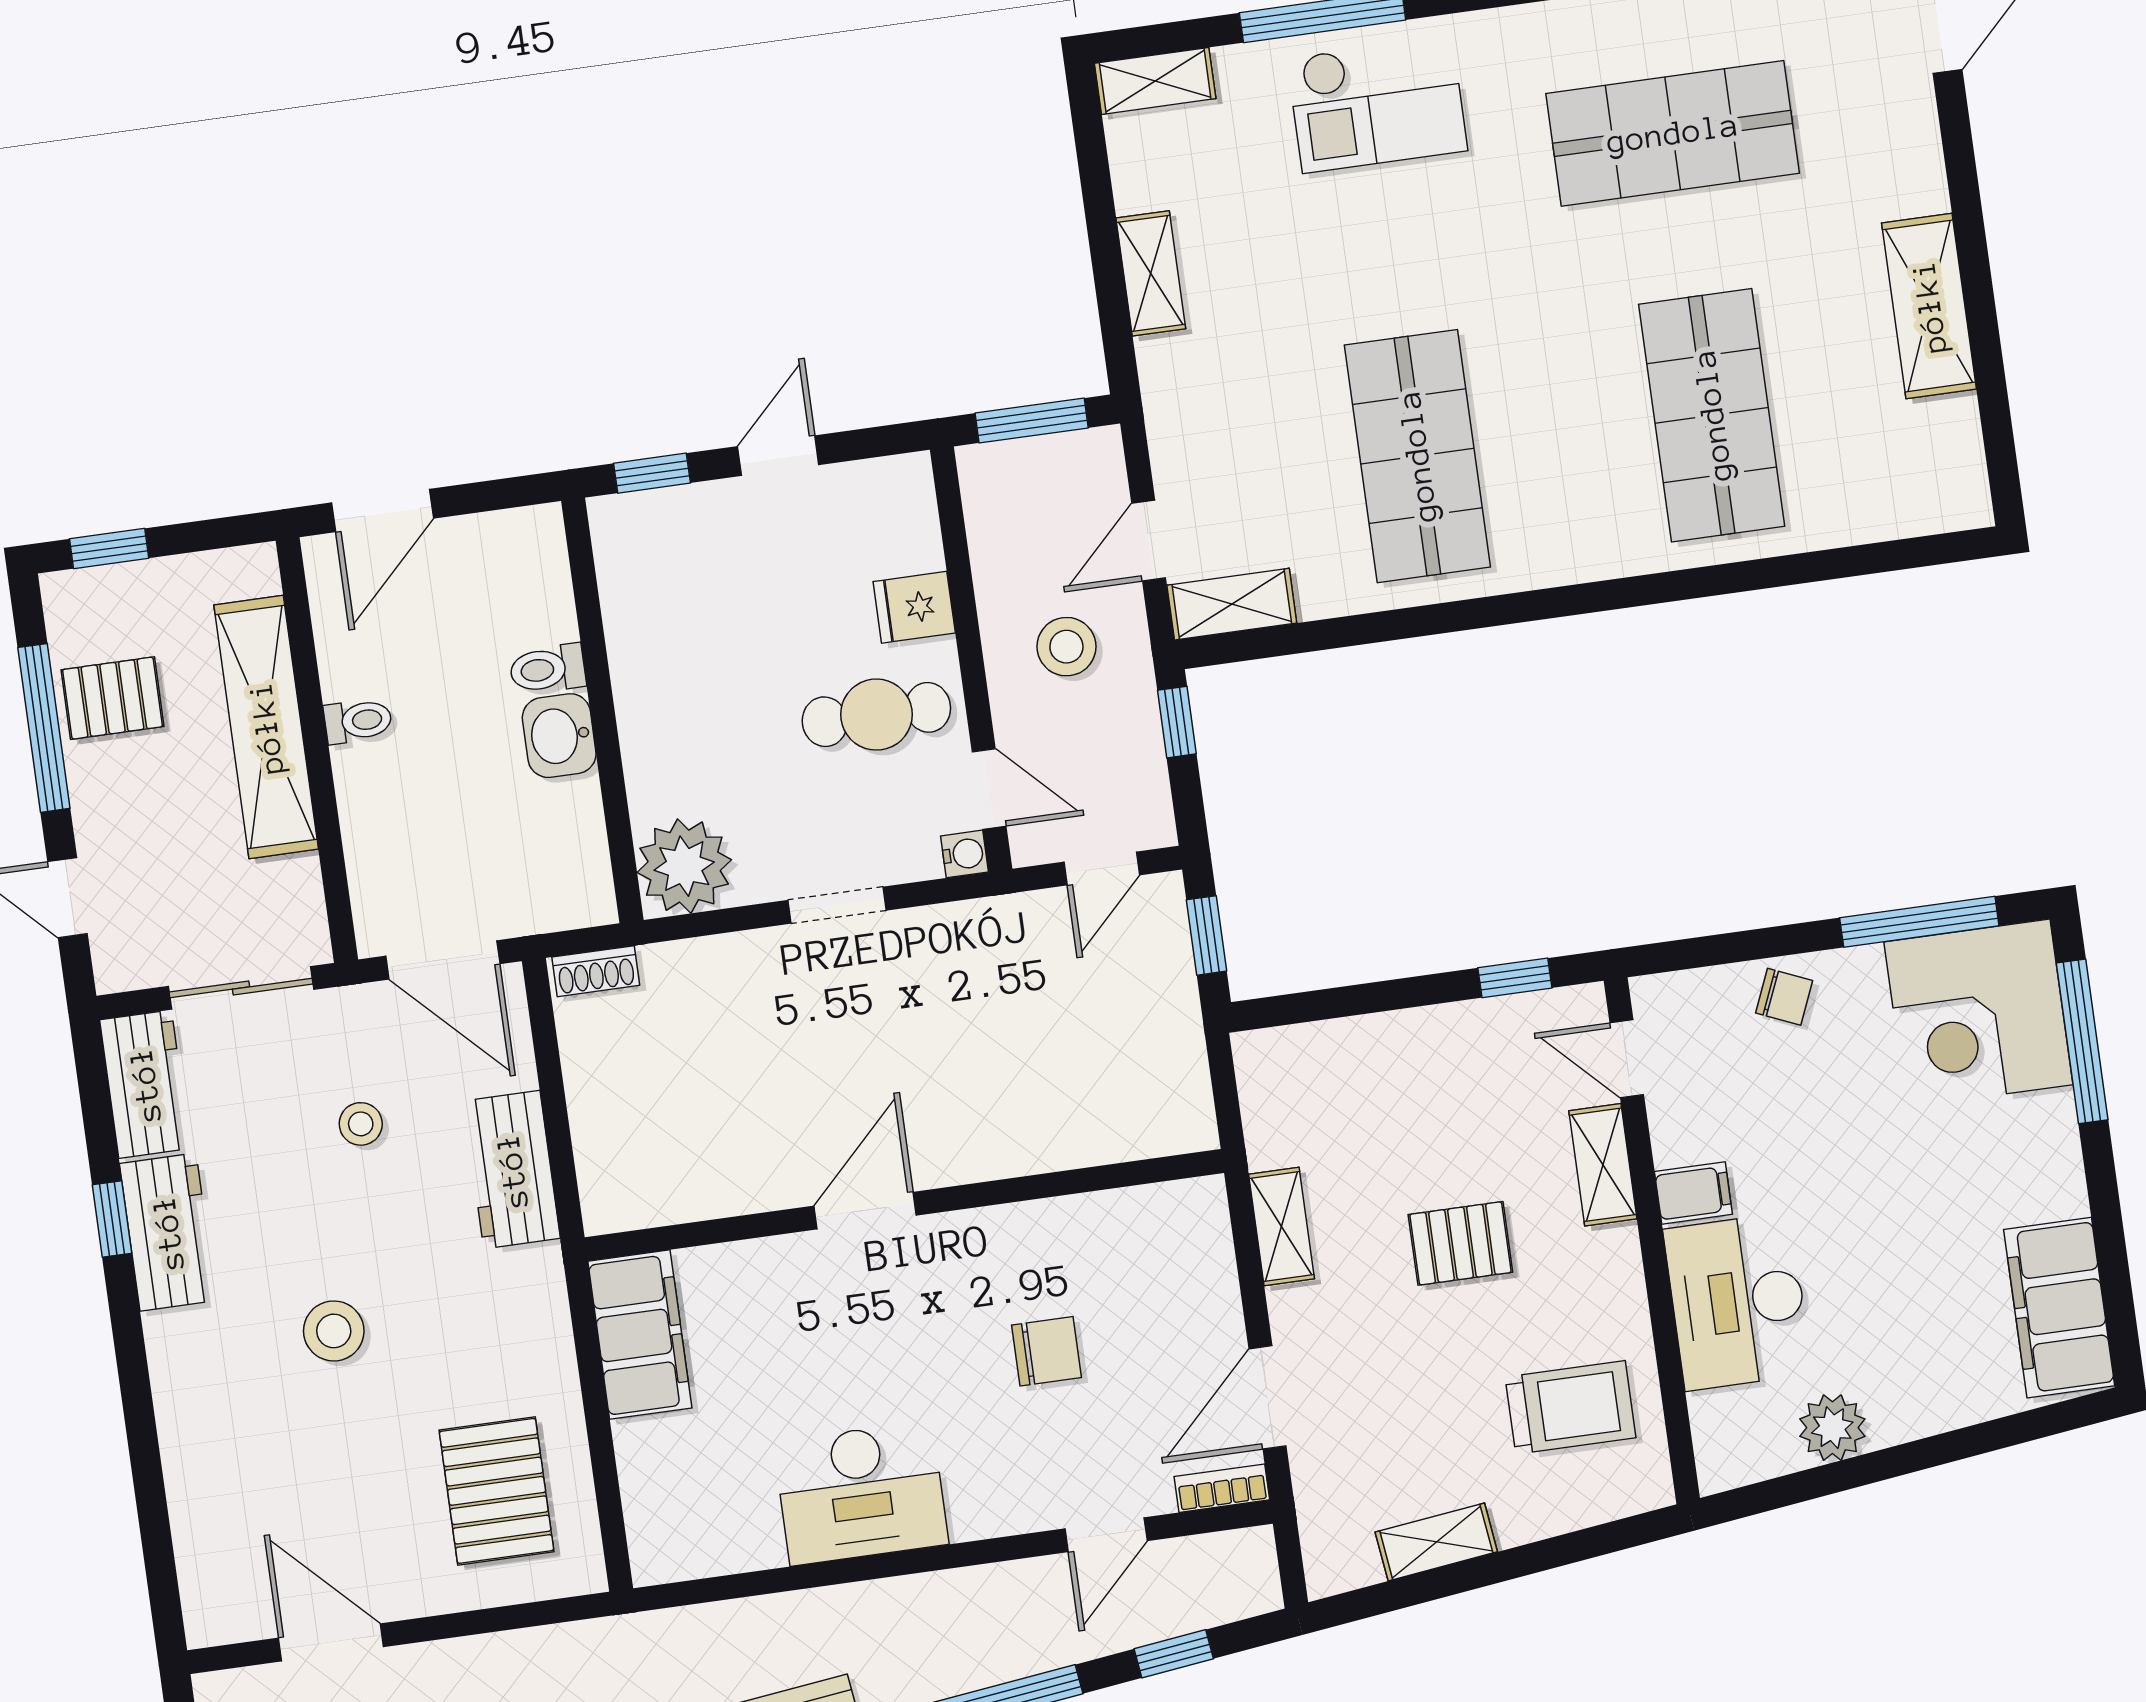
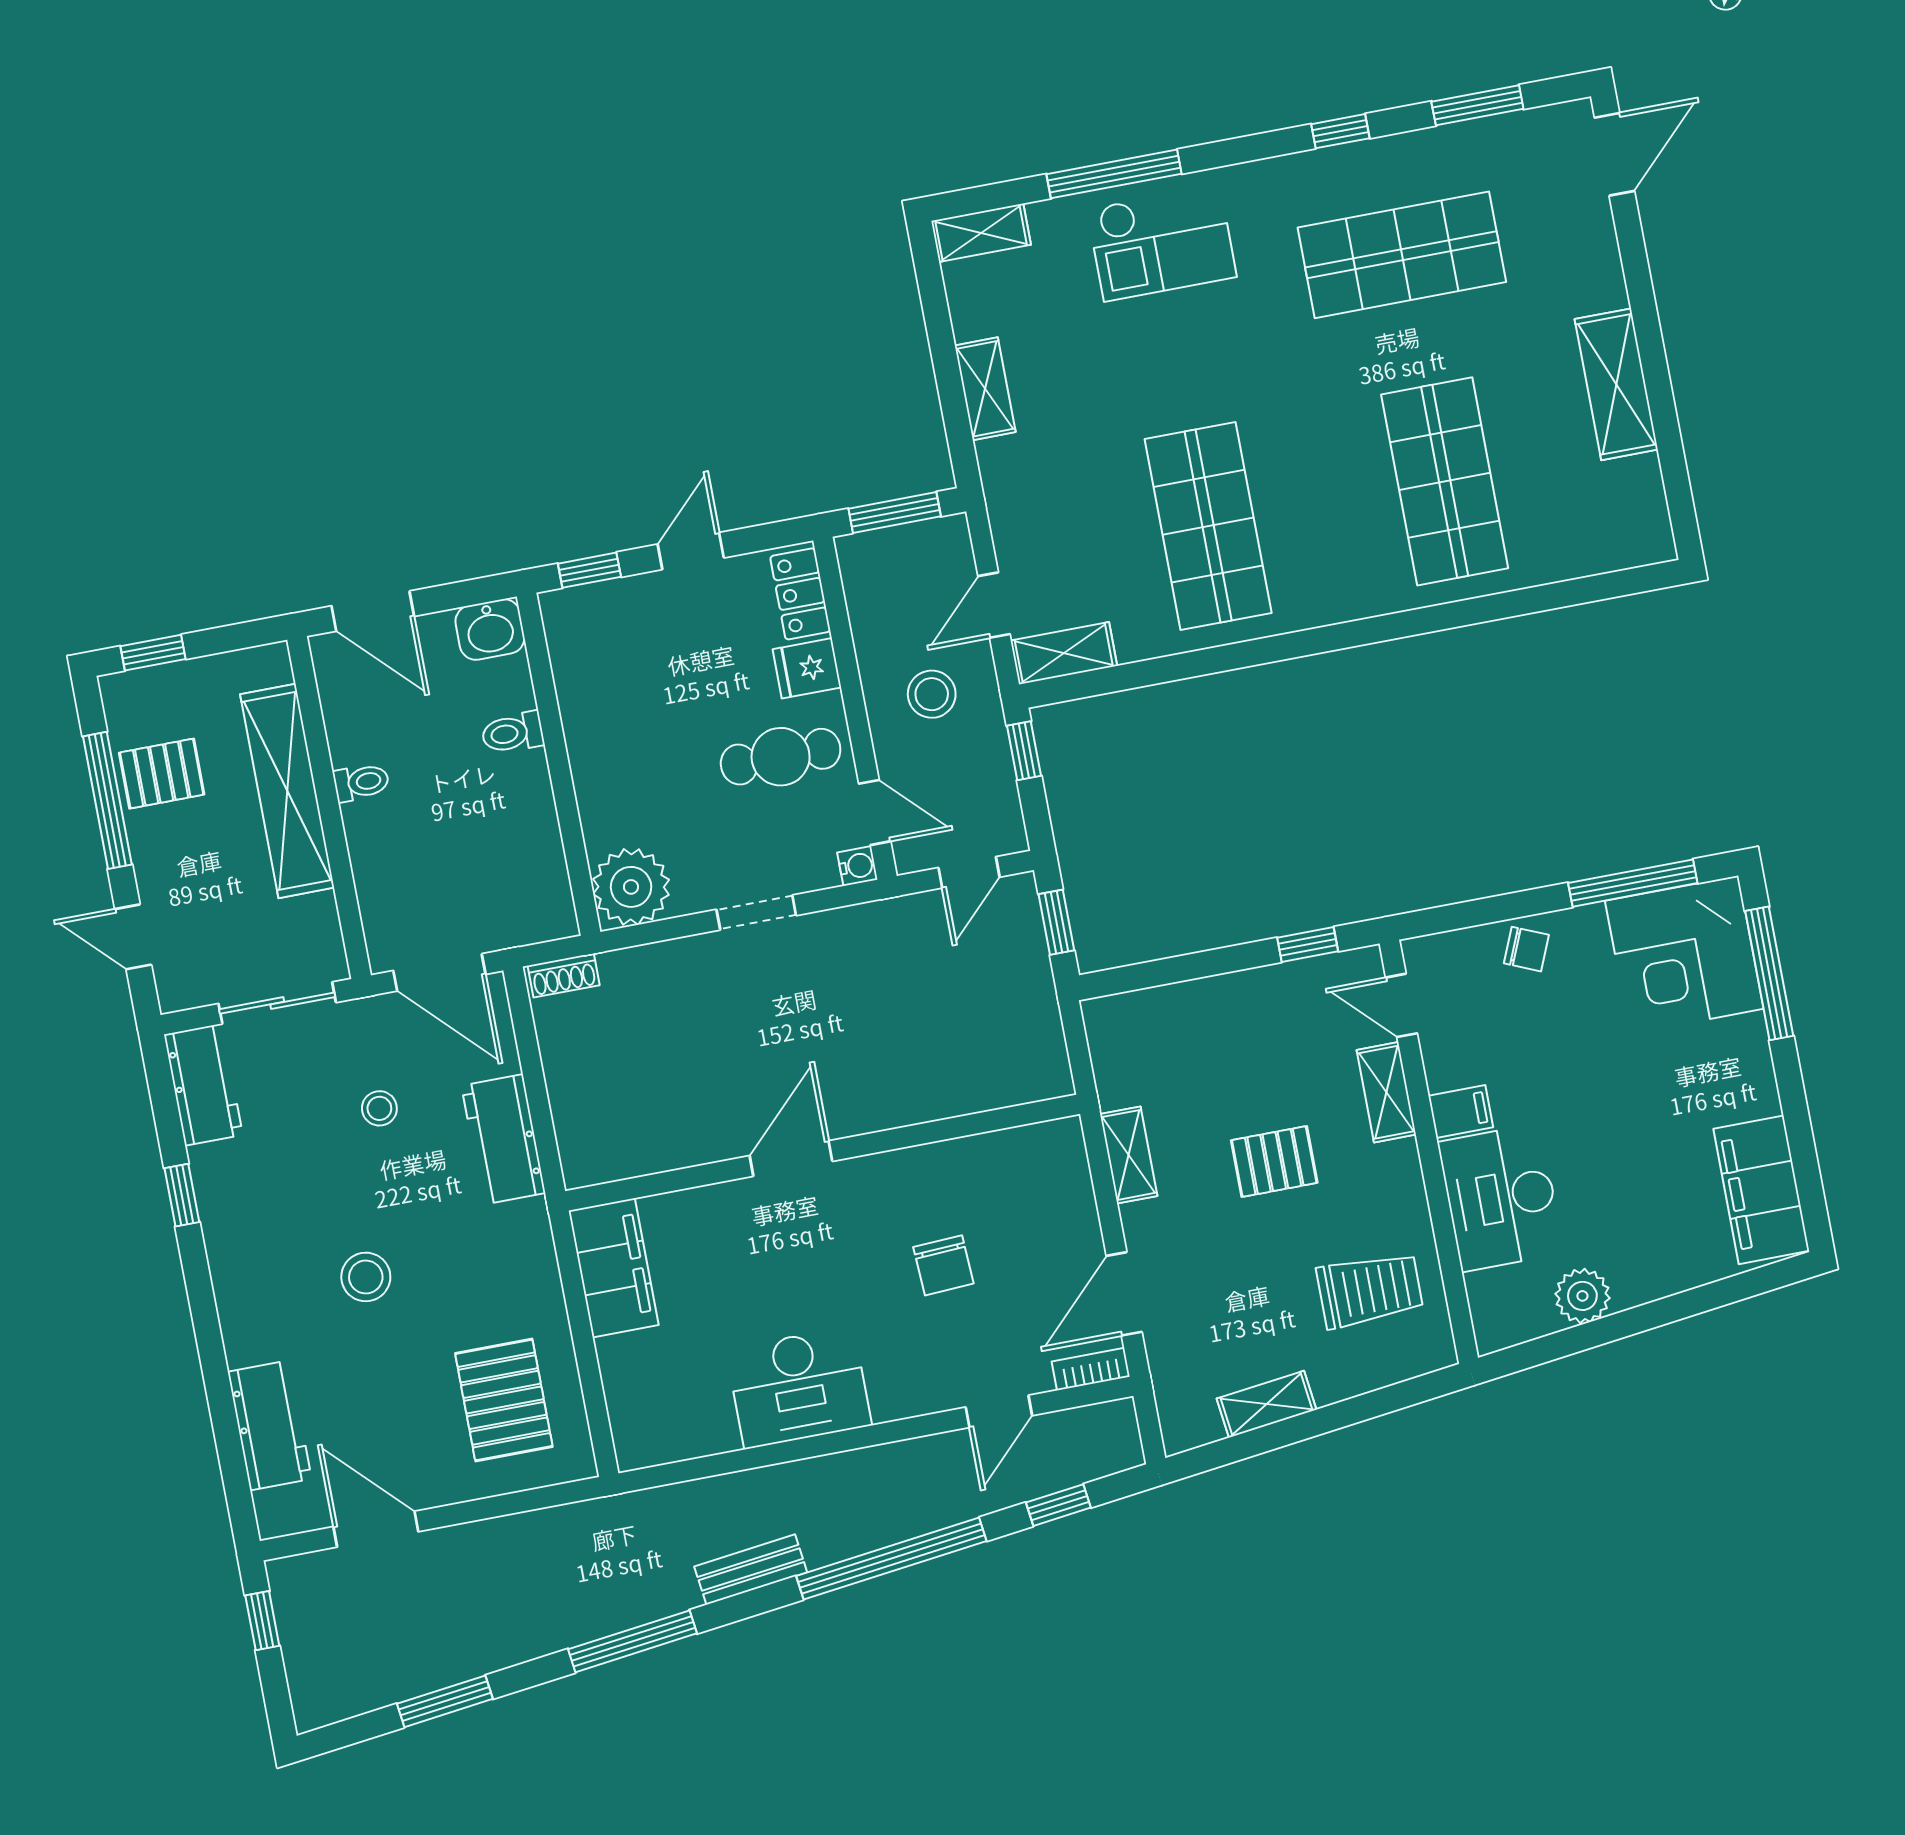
door: (383, 511) -> (373, 611), hinge flipped
locker: (911, 515) -> (800, 594), added
washbasin: (559, 736) -> (490, 629), moved, turned -90
workbench: (168, 1232) -> (270, 1425), moved
chair: (1047, 1351) -> (943, 1265), turned 87

